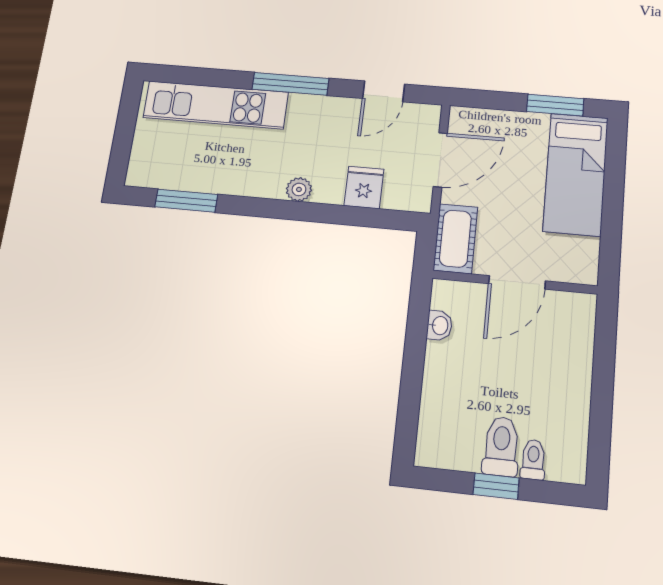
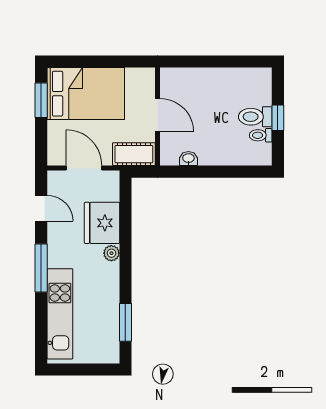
bed: (576, 174) -> (86, 94), width x1.50
fridge: (364, 187) -> (102, 223), width x1.88, depth x1.34
toilet: (533, 460) -> (261, 135), moved

